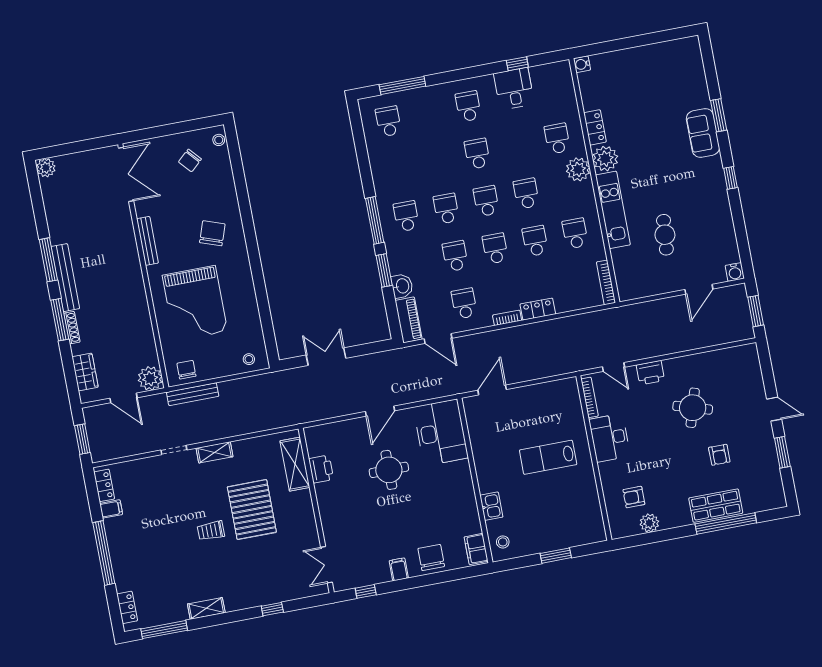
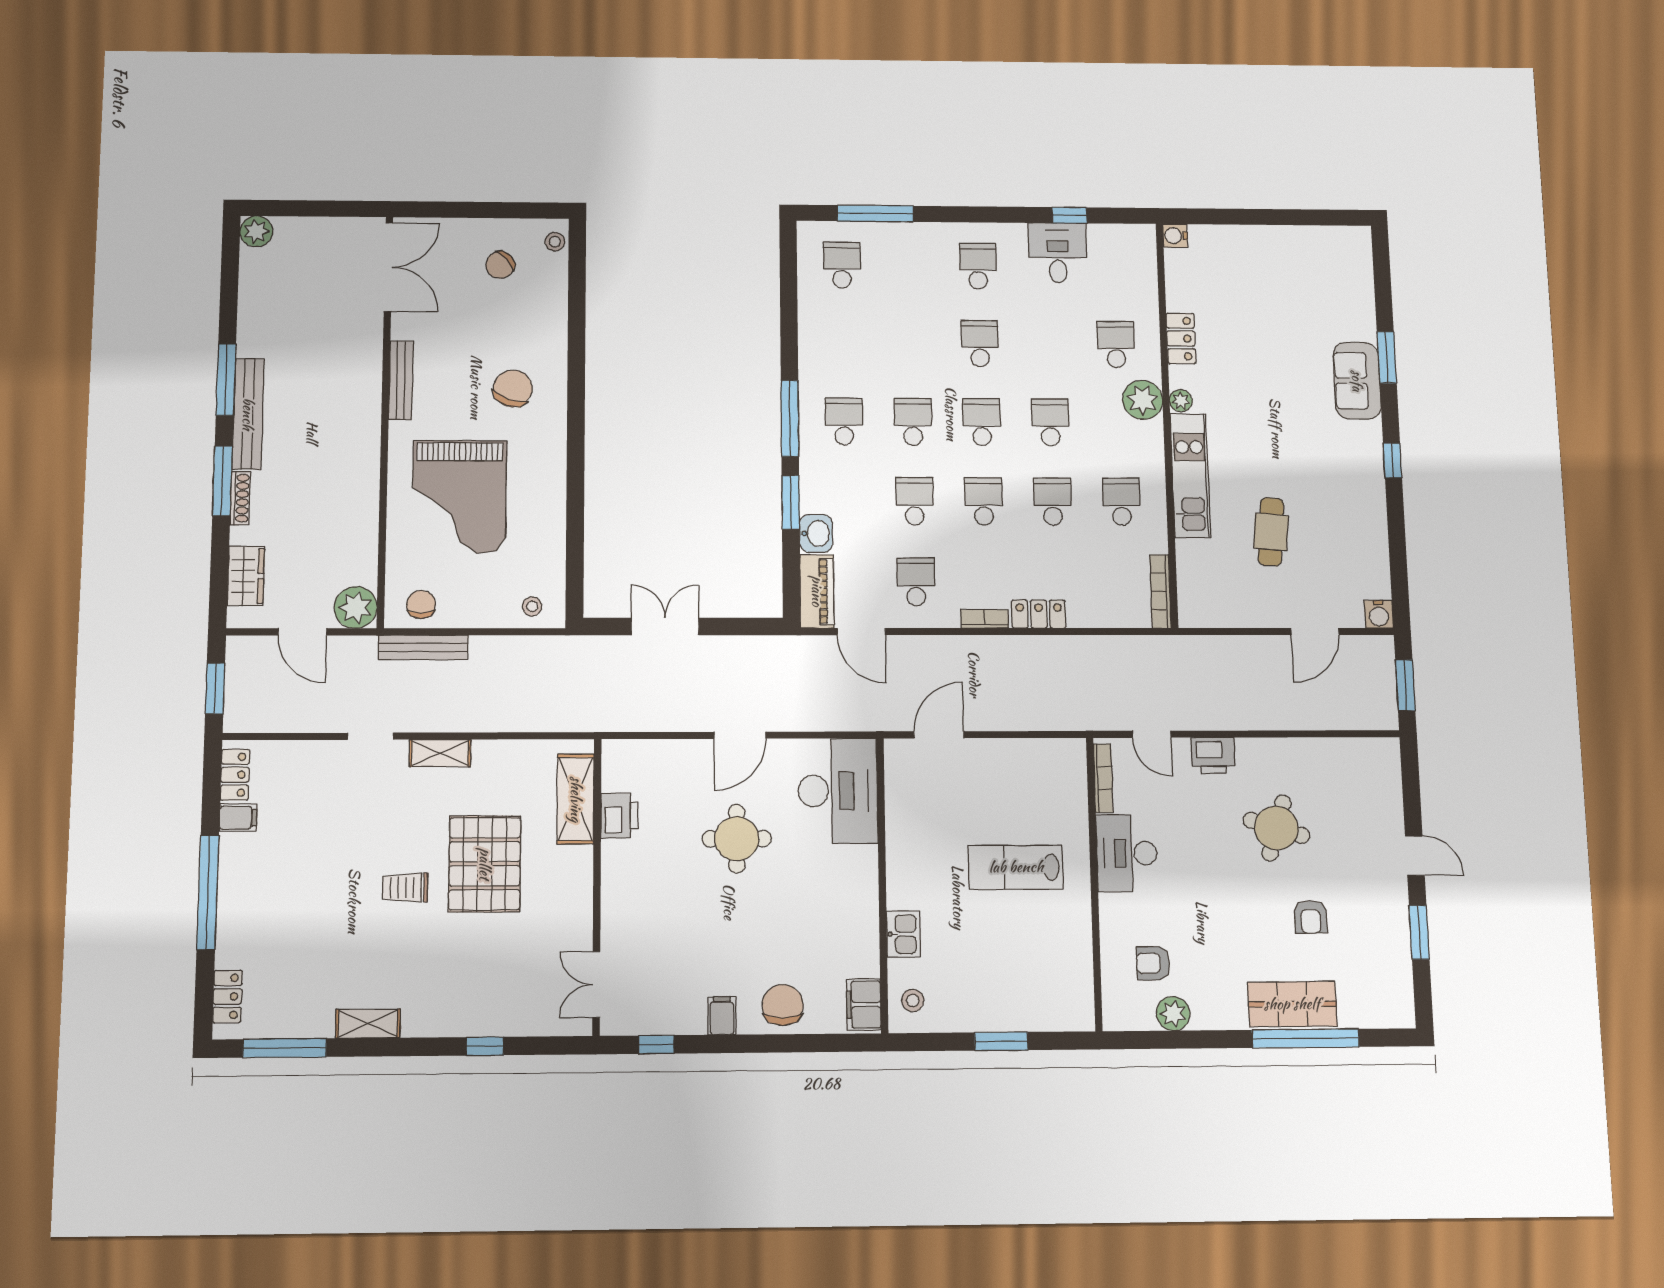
plant: (605, 159) -> (1181, 401), width x0.53, depth x0.53

